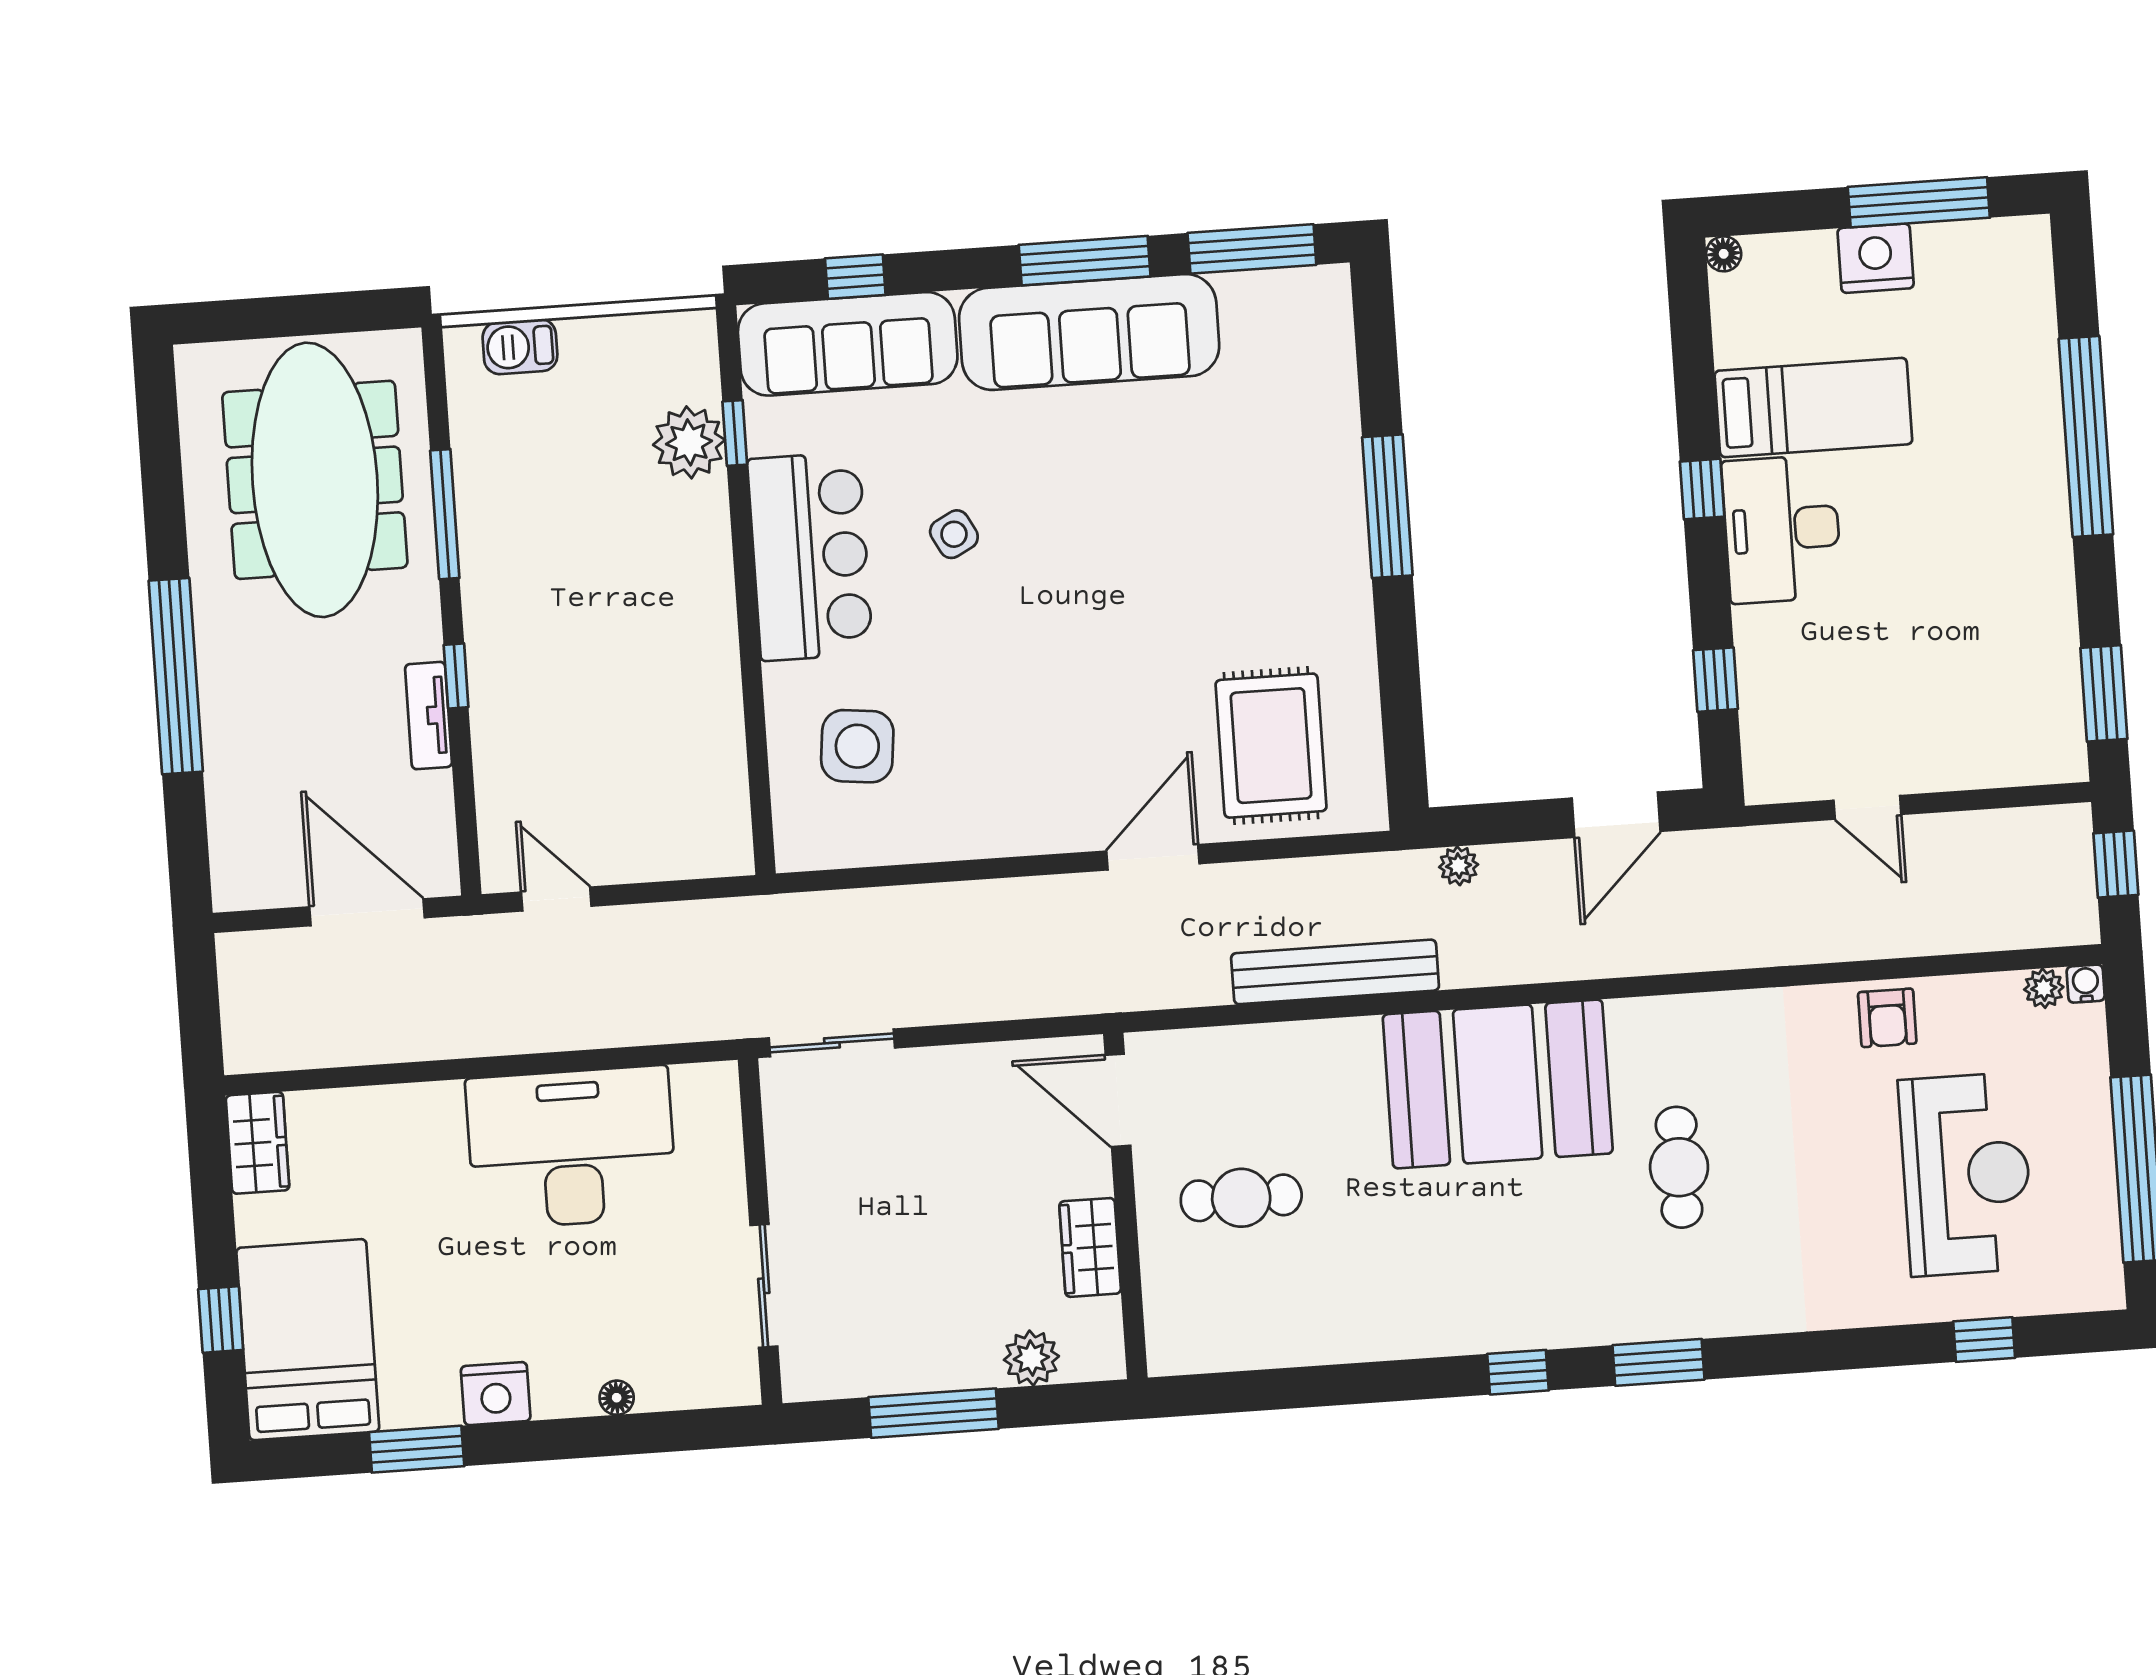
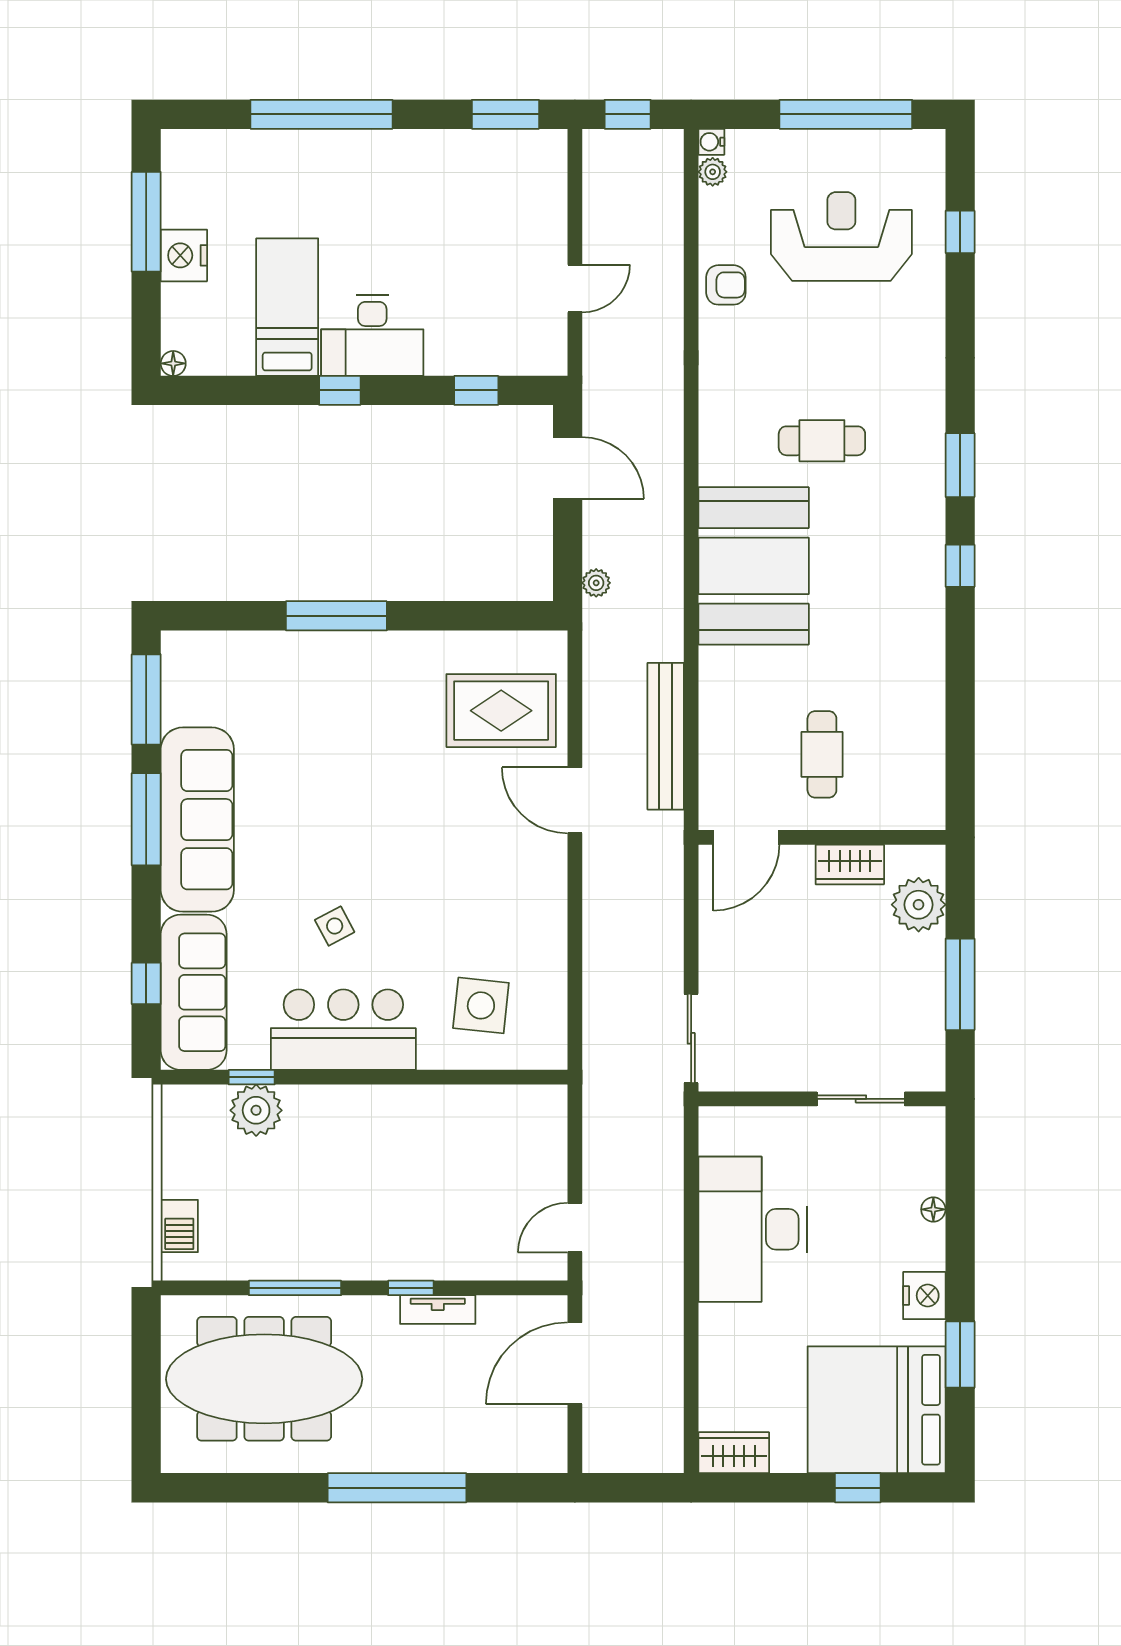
bench: (1335, 972) -> (666, 736), moved
bed: (308, 1340) -> (877, 1410), width x1.36
plant: (1031, 1358) -> (919, 905), width x1.36, depth x1.36

